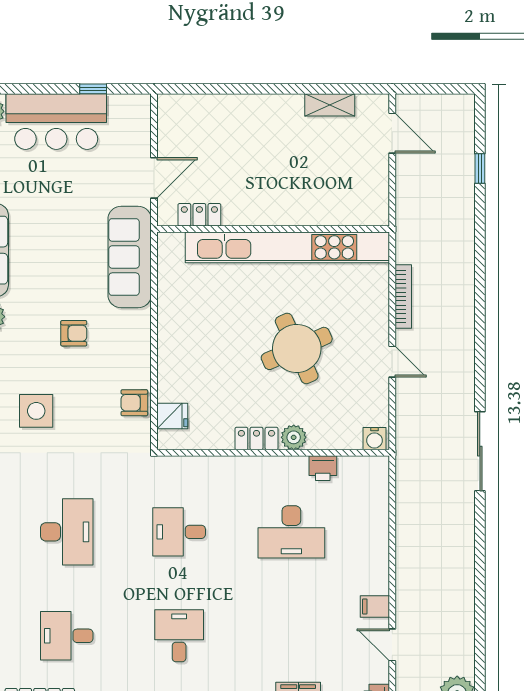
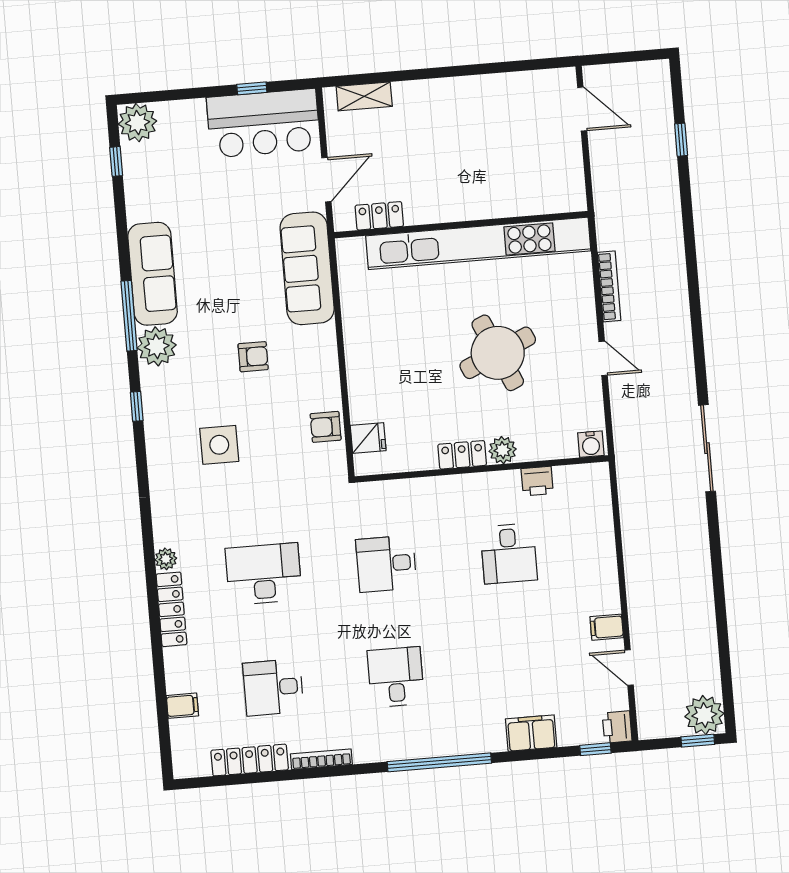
shelving: (330, 105) -> (364, 96), moved
bar counter: (56, 122) -> (263, 123), moved
desk: (67, 532) -> (264, 574), turned -90
desk: (291, 532) -> (509, 553), width x0.73

